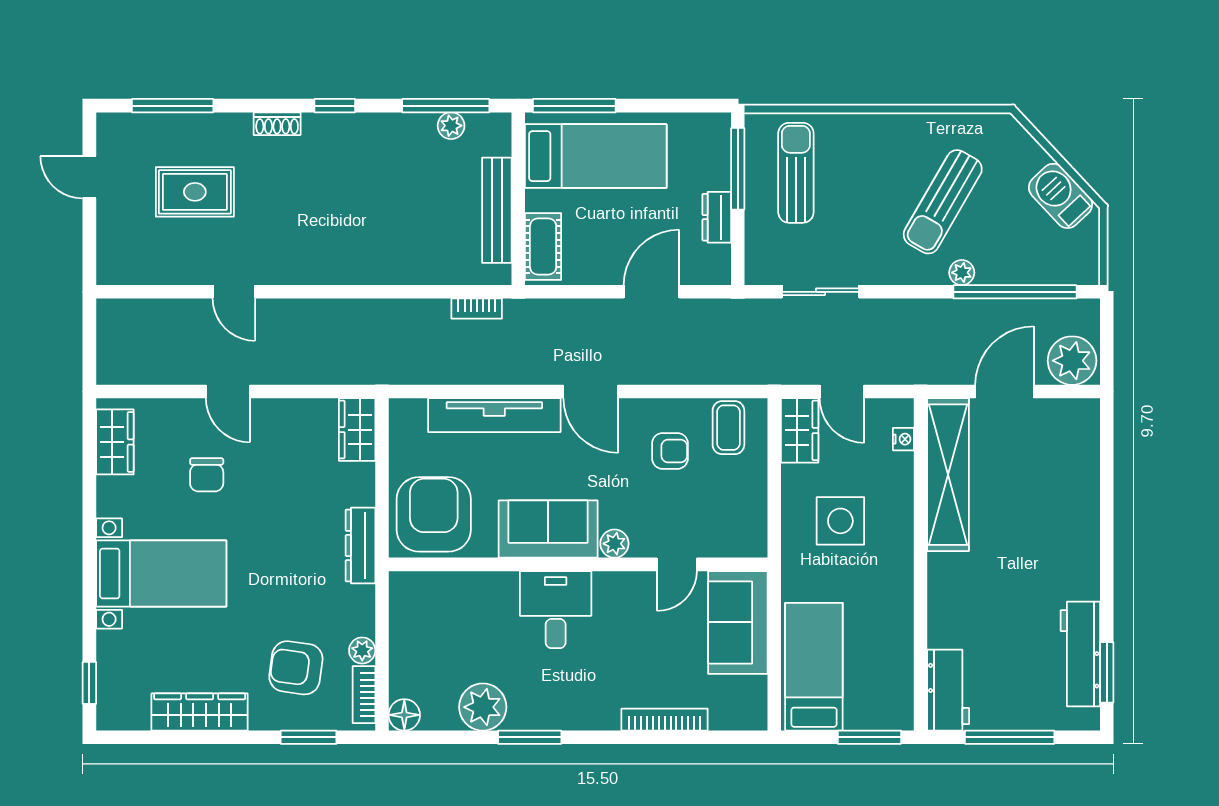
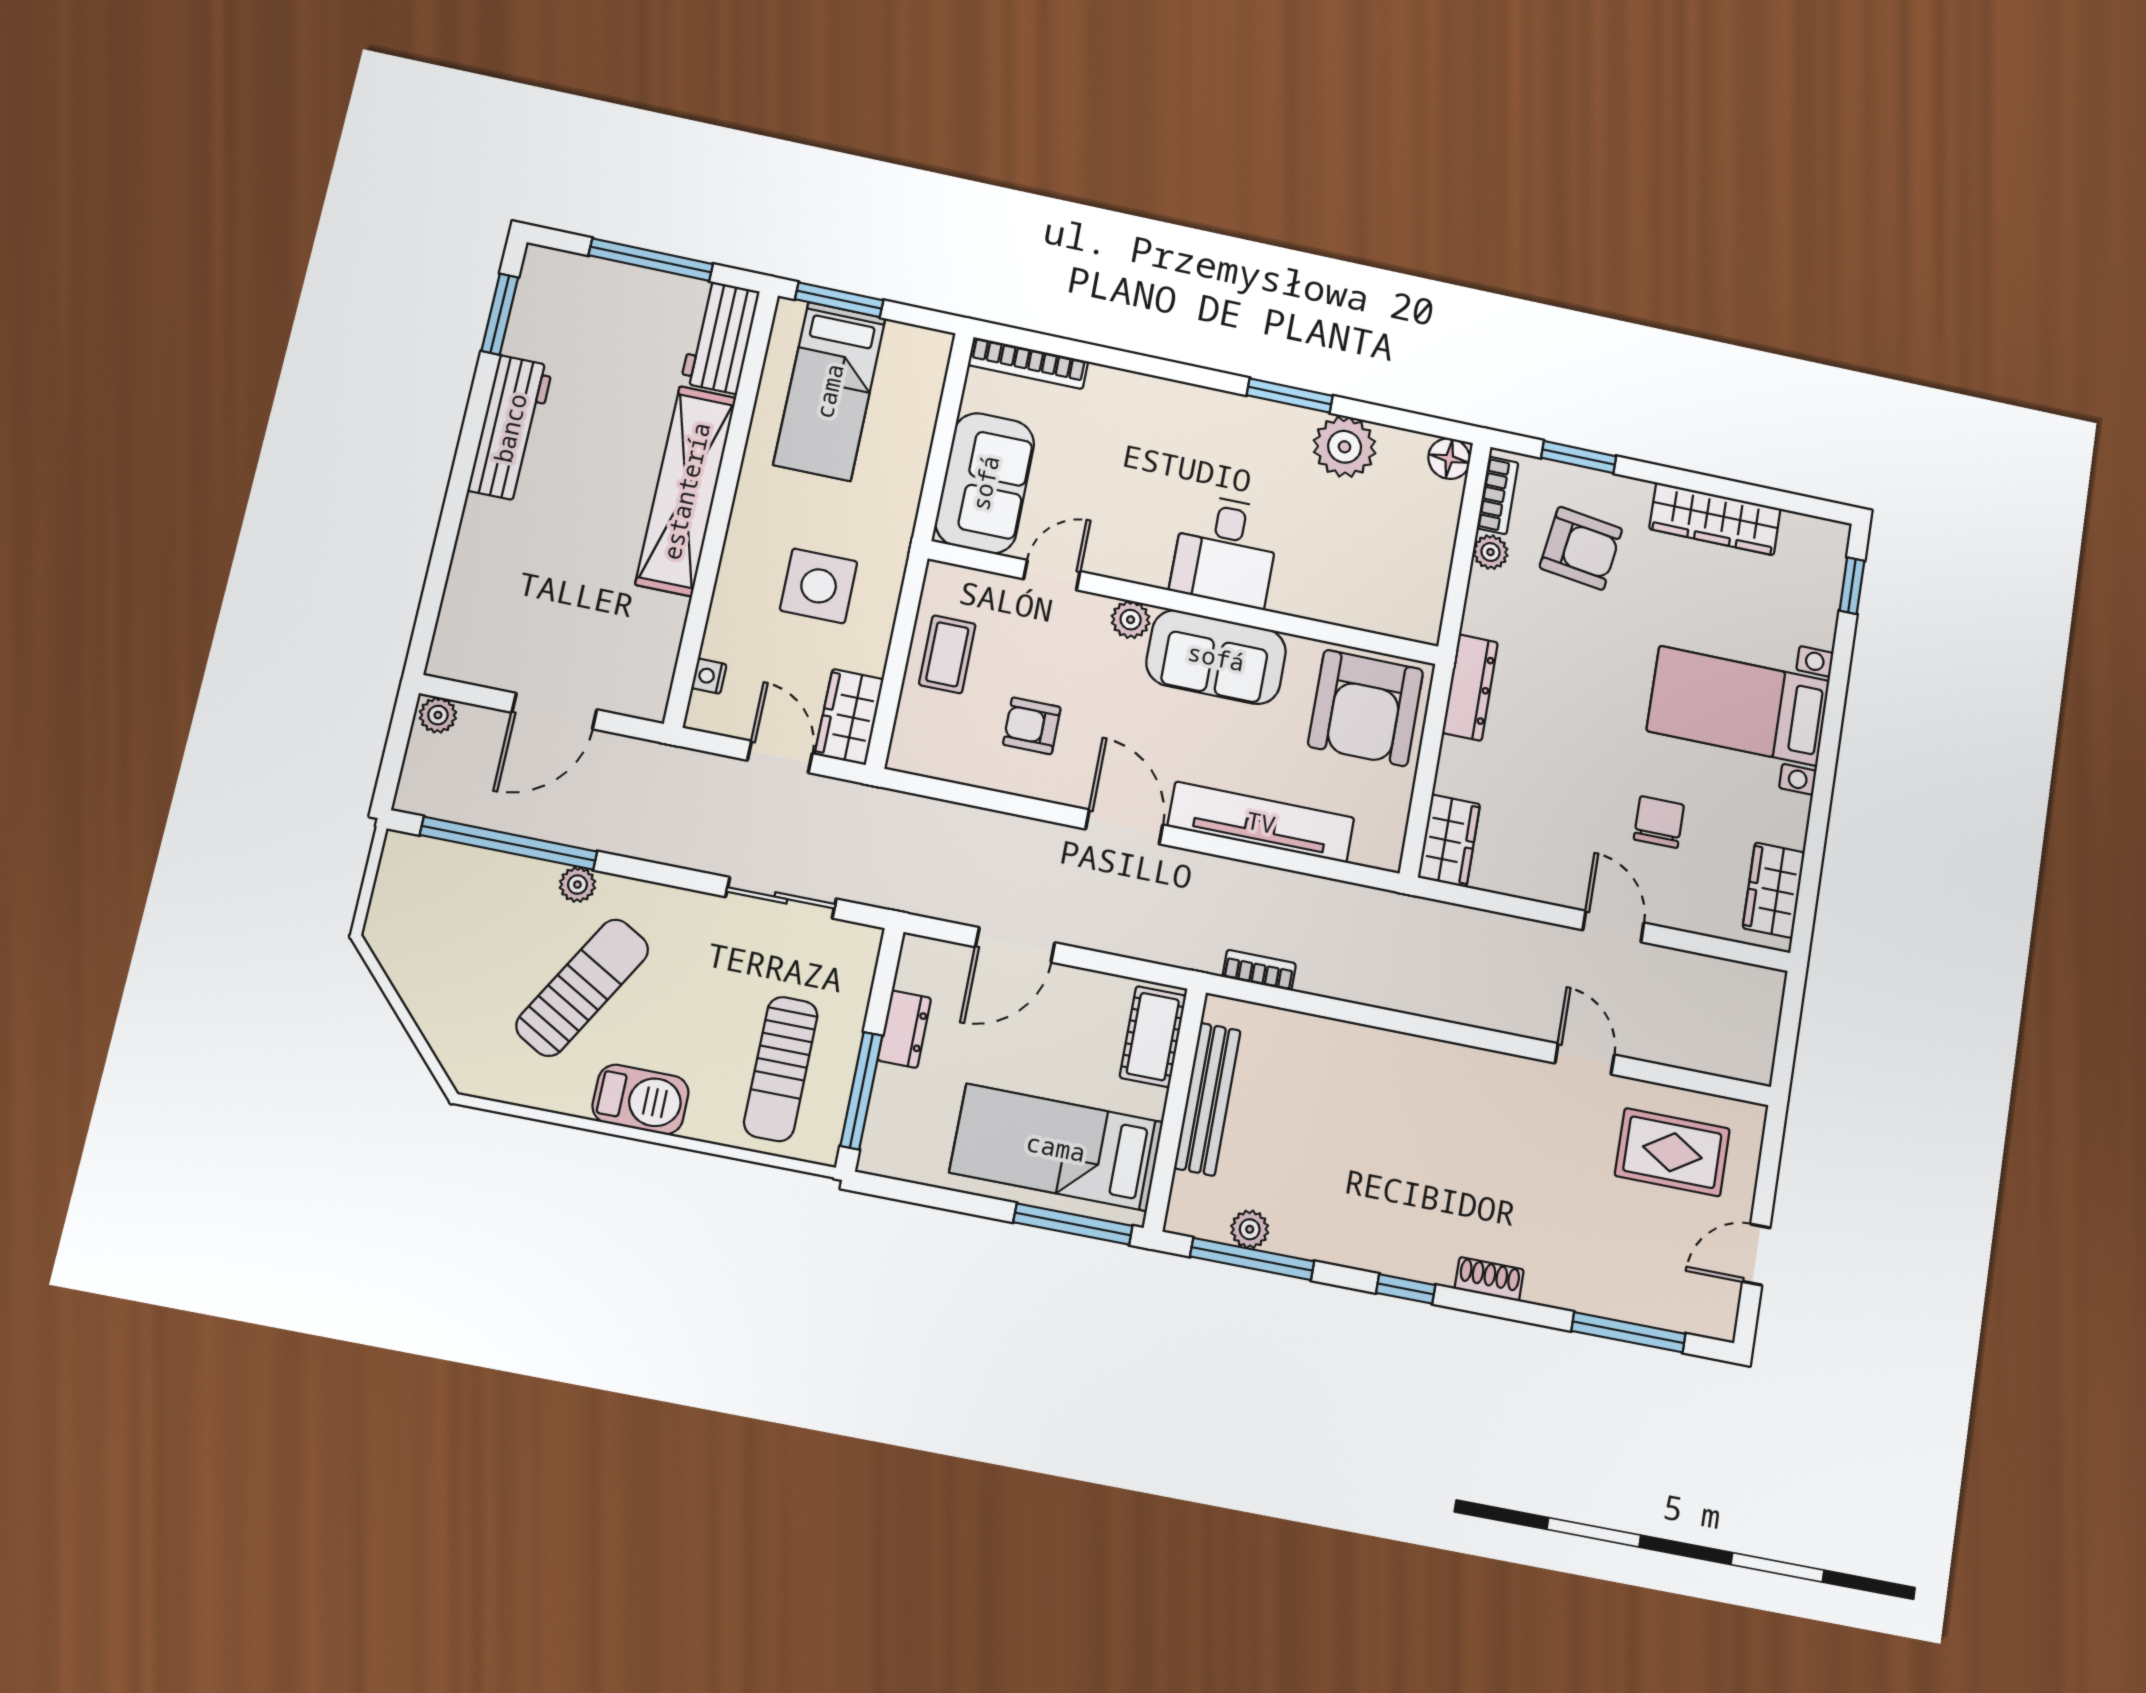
door: (89, 177) -> (1756, 1255), swing flipped
rug: (195, 192) -> (1672, 1152), moved
barbecue: (1061, 196) -> (641, 1099), moved, turned -47
plant: (1072, 361) -> (438, 715), width x0.53, depth x0.53
coffee table: (728, 428) -> (947, 654), moved
shelving: (948, 475) -> (686, 491), moved
workbench: (1080, 654) -> (510, 428), moved
bed: (814, 667) -> (829, 391), moved
bookcase: (665, 720) -> (1028, 363), moved

